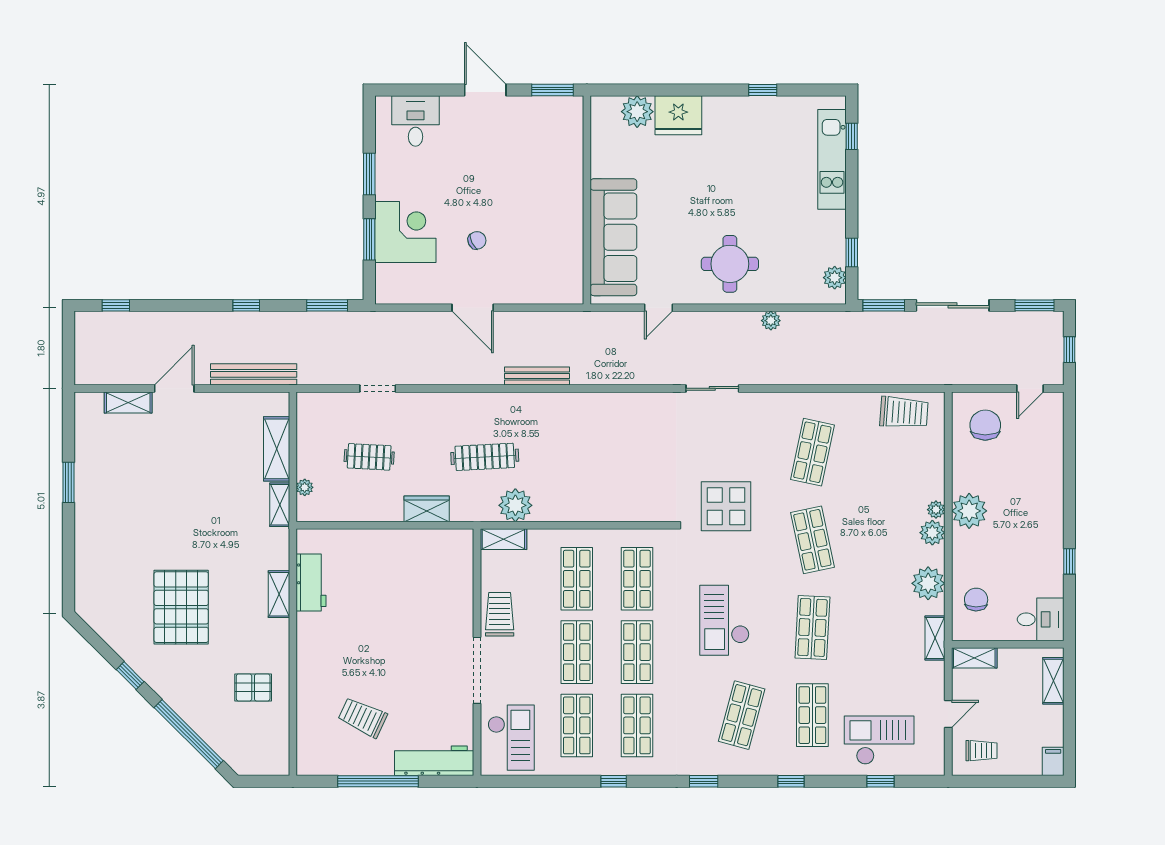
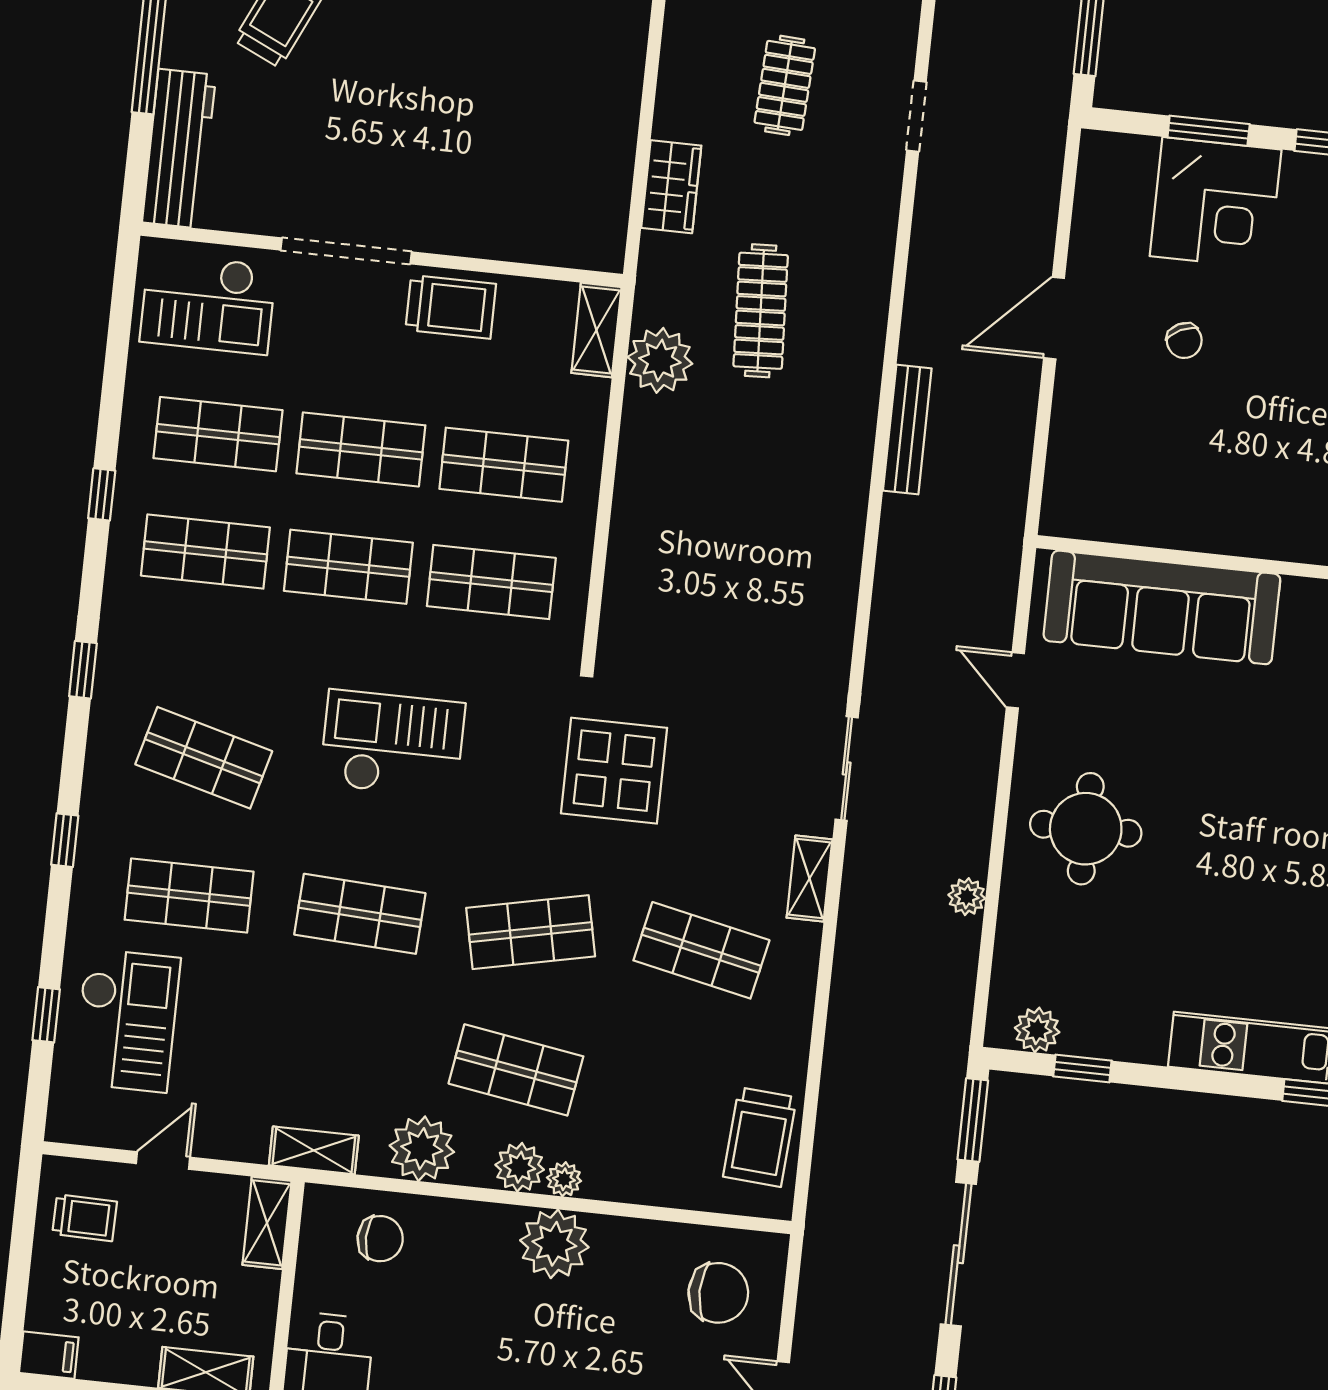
shelving: (770, 401) -> (810, 879), added
shop shelf: (883, 540) -> (516, 1070), added
door: (948, 714) -> (163, 1160), swing flipped
trolley: (982, 751) -> (85, 1218), turned -89

